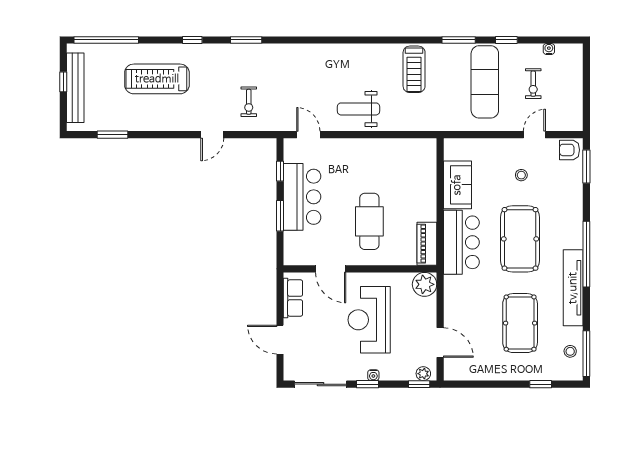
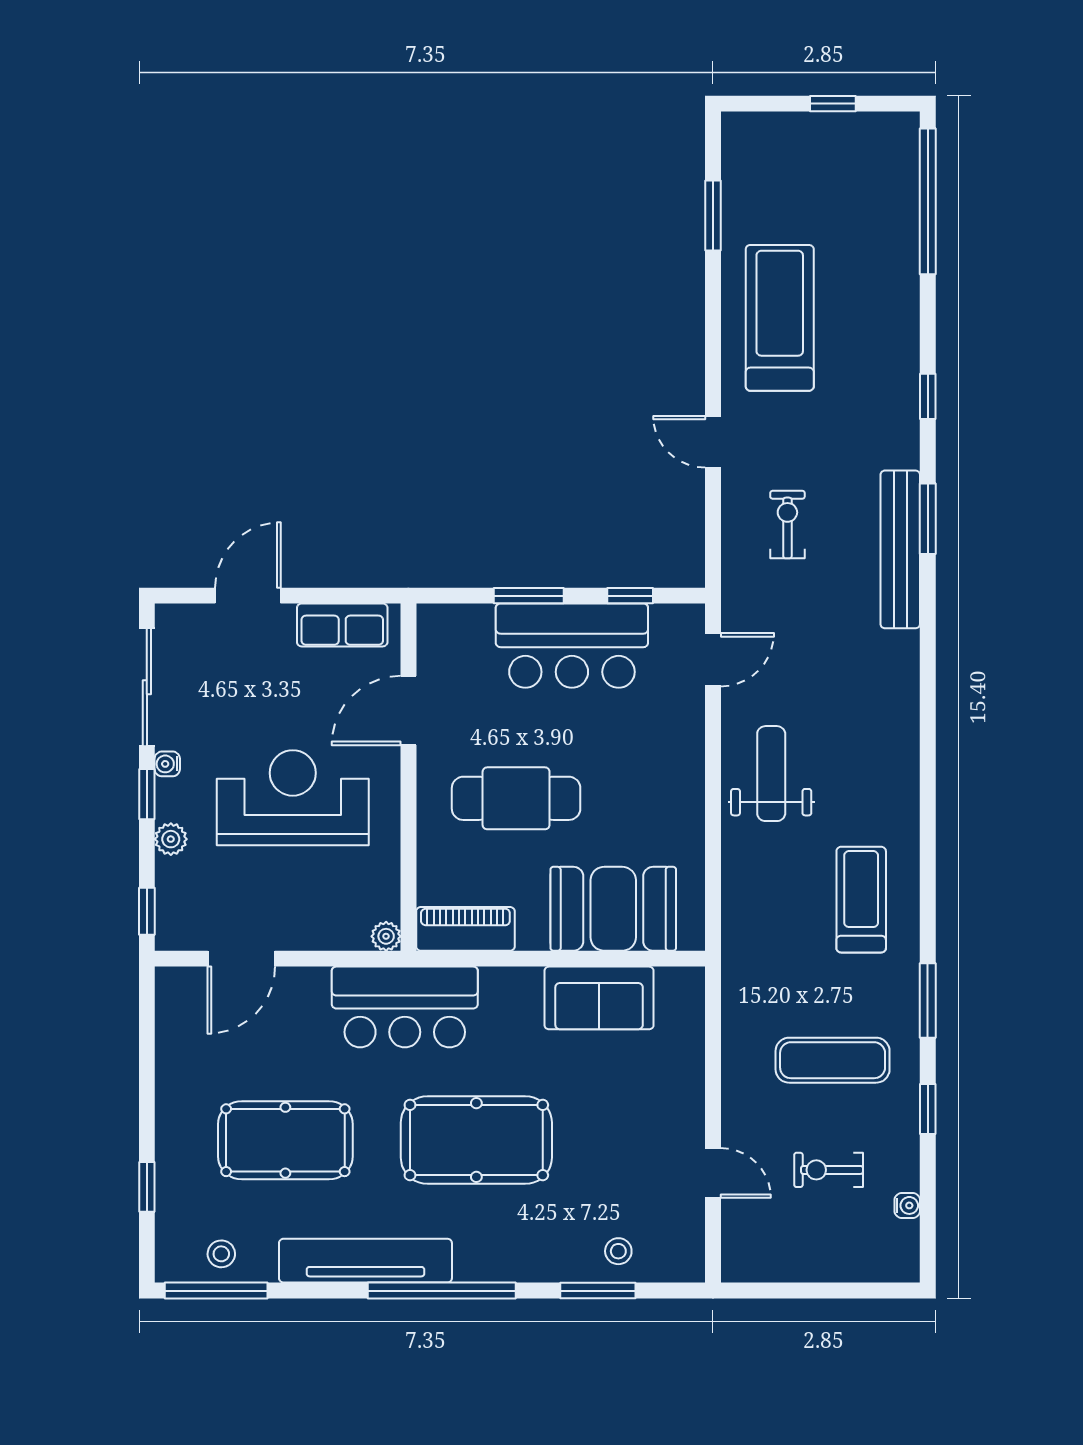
treadmill: (414, 69) -> (861, 900), turned 90
treadmill: (157, 79) -> (780, 318), moved
exercise mat: (485, 82) -> (833, 1060), width x0.73, depth x0.69
bench: (75, 88) -> (900, 549), moved, turned 90
exercise bike: (249, 102) -> (787, 525), turned 90
armchair: (570, 150) -> (678, 1252), removed
window: (586, 166) -> (598, 1291), moved
stool: (521, 175) -> (618, 1251), moved
booth: (418, 179) -> (613, 909), added
bar counter: (461, 242) -> (405, 1007), moved
plant: (425, 284) -> (386, 936), width x0.53, depth x0.53
plant: (423, 374) -> (171, 839), moved
water cooler: (373, 375) -> (167, 764), moved

